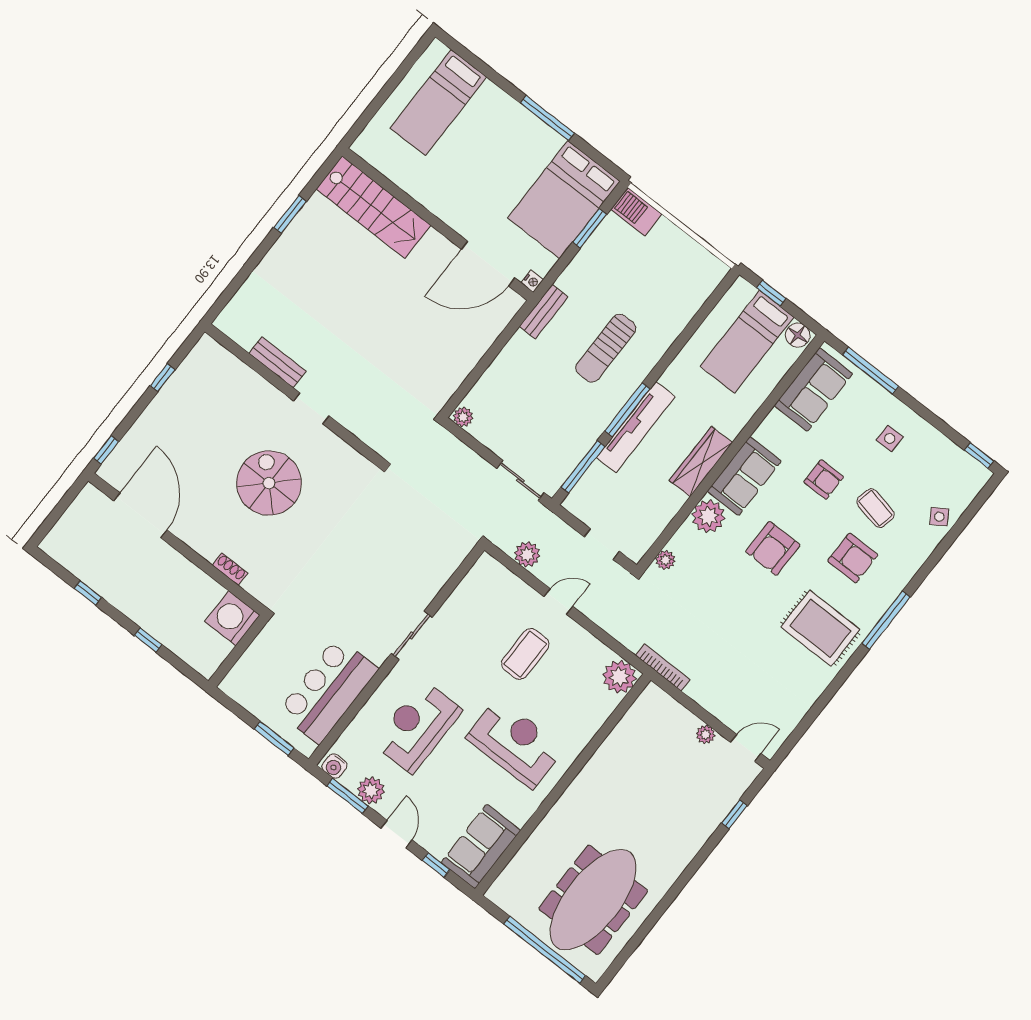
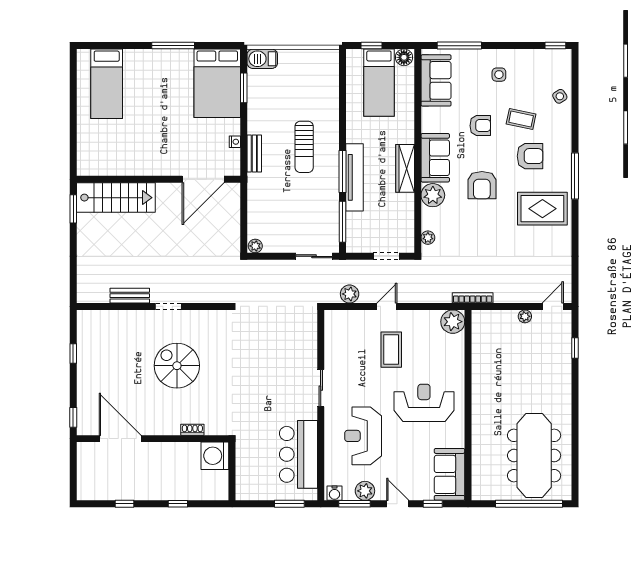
stairs: (373, 207) -> (116, 198), moved
wall: (438, 224) -> (158, 179), moved
door: (488, 264) -> (203, 179), moved

